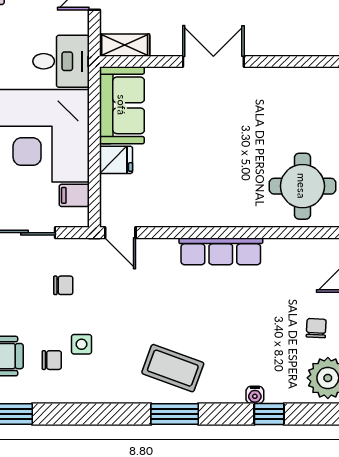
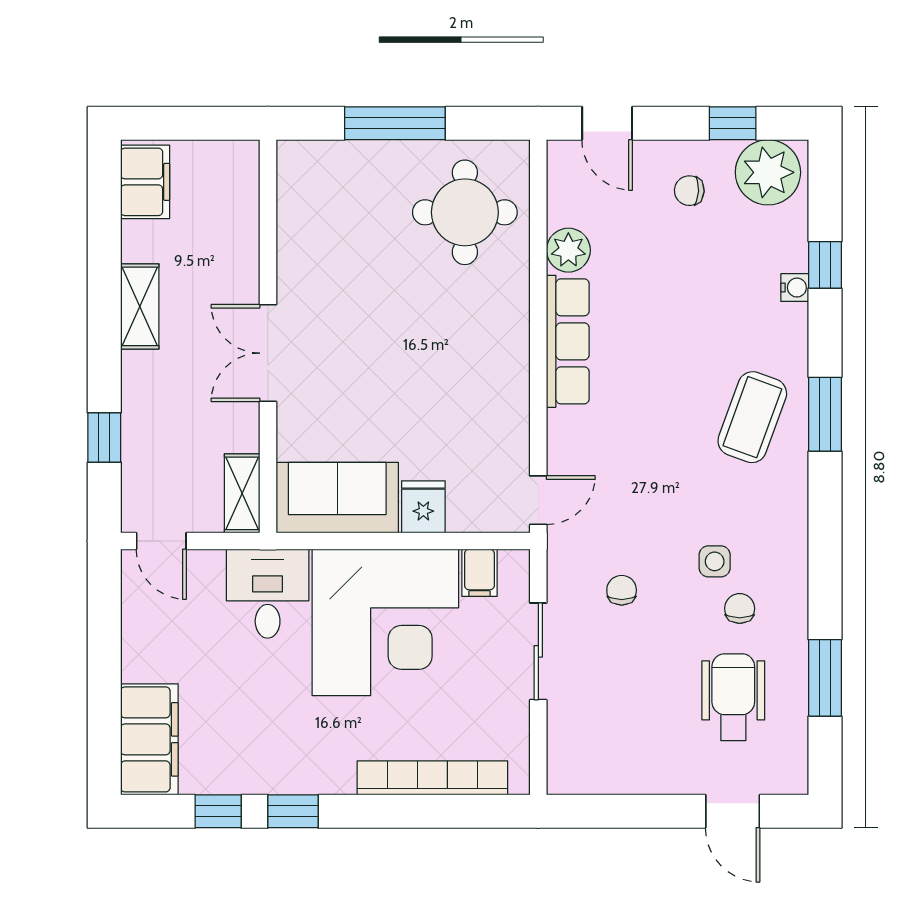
plant: (279, 252) -> (568, 250), added

